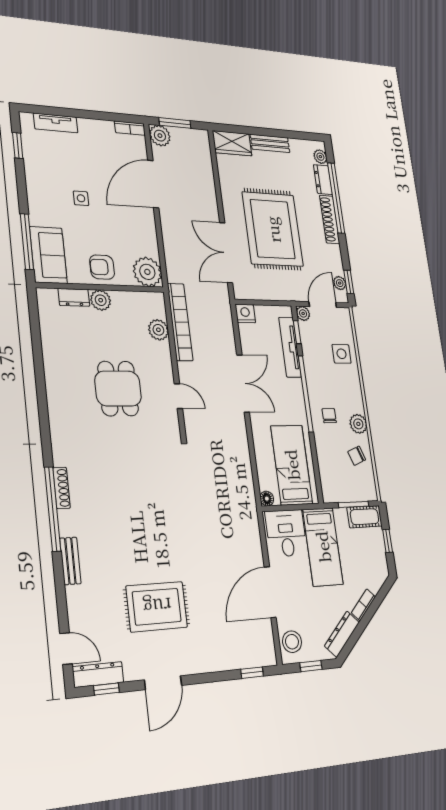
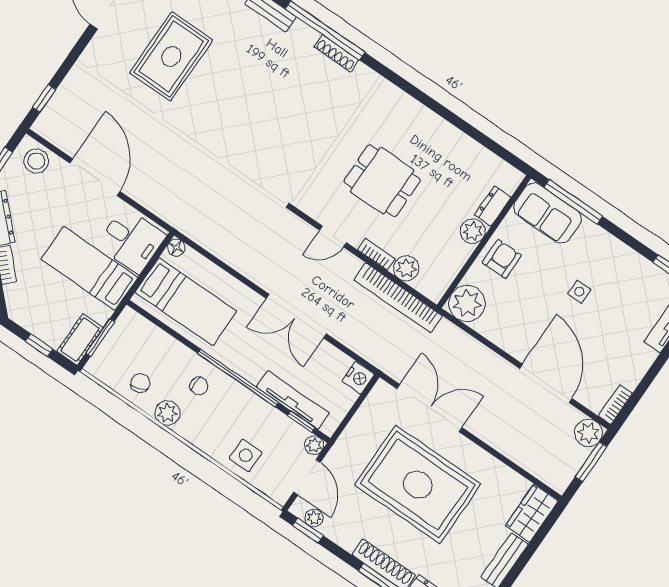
bookcase: (166, 357) -> (376, 254), added

